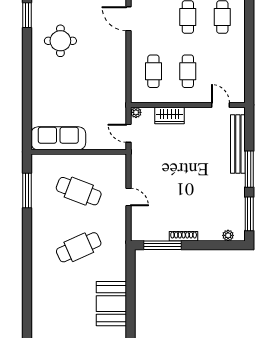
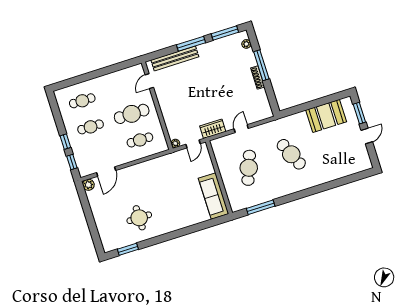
cafe table: (188, 71) -> (132, 114), width x1.37, depth x1.35
wardrobe: (170, 116) -> (213, 129), moved, turned -90
window: (162, 245) -> (261, 65), moved

